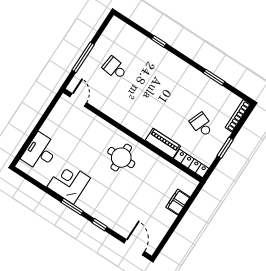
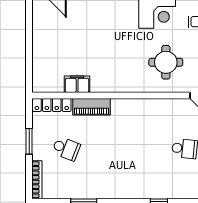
round table: (121, 158) -> (166, 62), moved
filing cabinet: (178, 202) -> (77, 84), moved, turned -90

